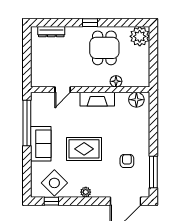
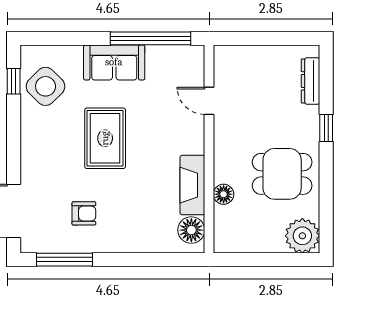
window: (90, 23) -> (326, 128), moved
fireplace: (97, 99) -> (192, 185), moved
plant: (86, 192) -> (29, 141), removed

